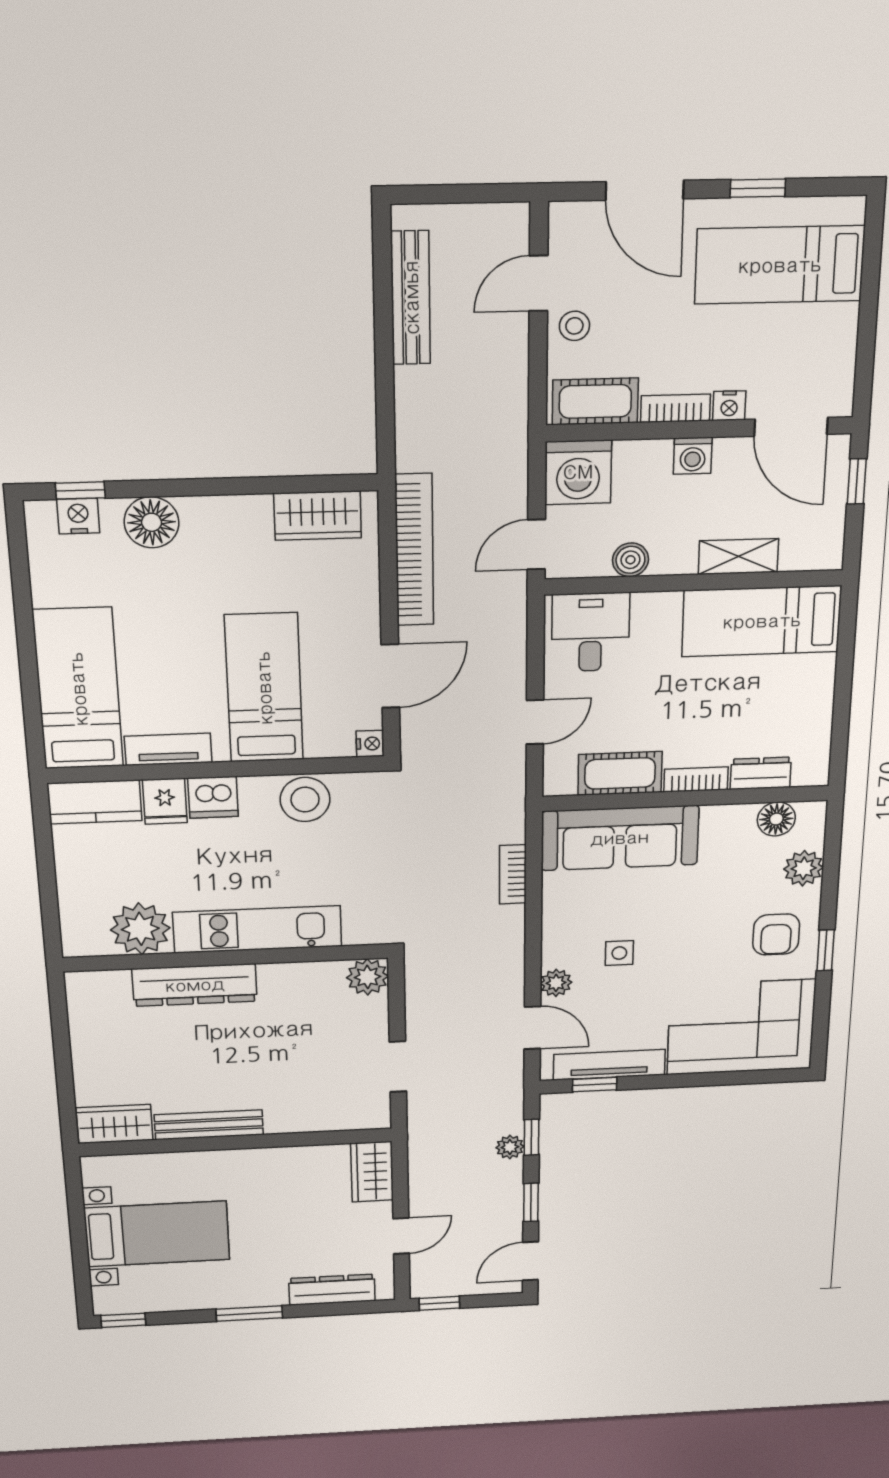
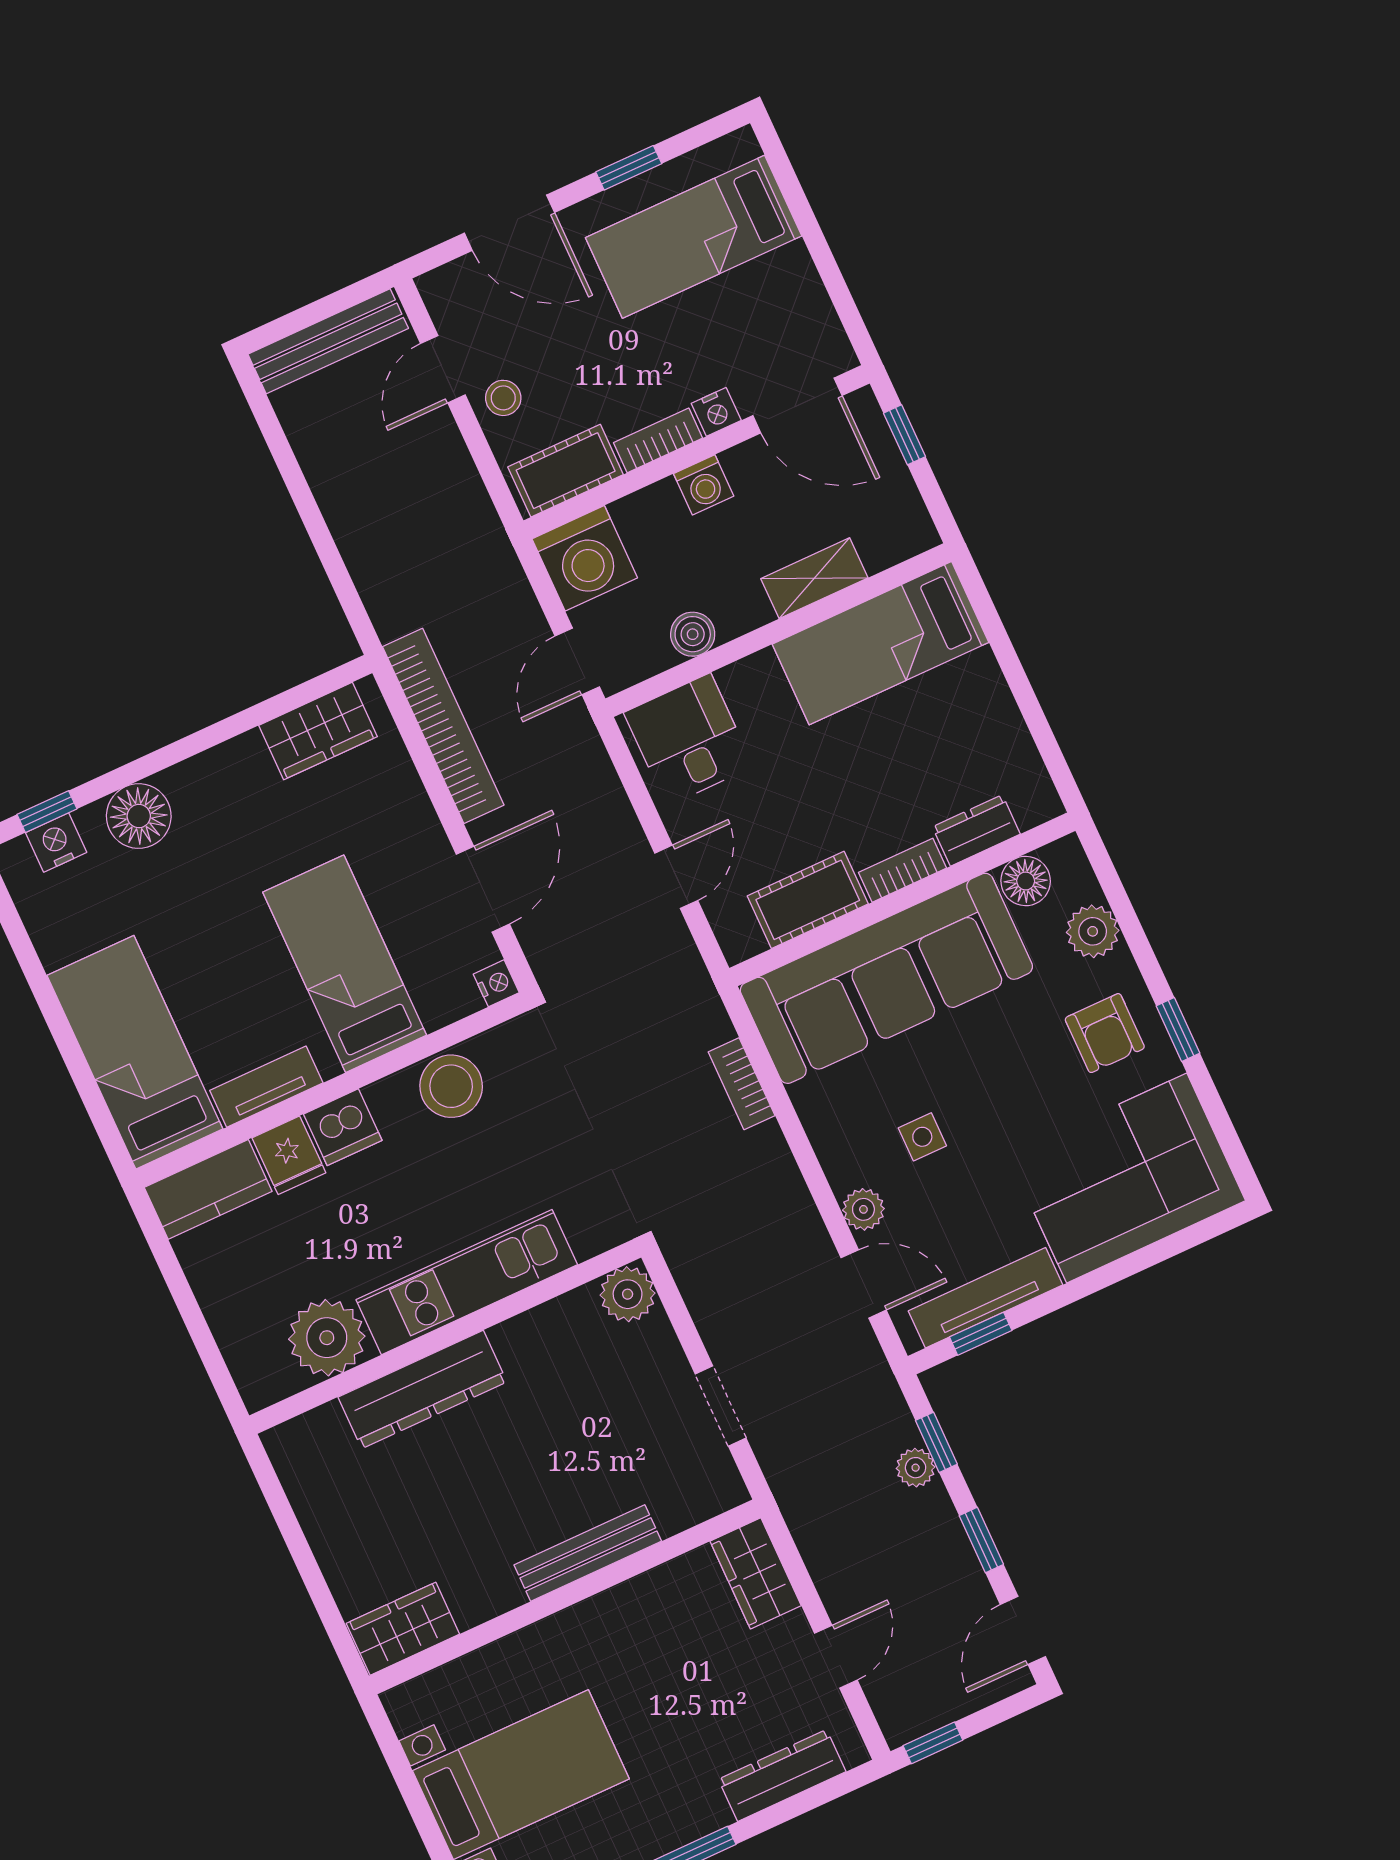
bench: (411, 298) -> (328, 341), moved, turned 90
sofa: (620, 838) -> (886, 978), width x1.36, depth x1.27
bench: (209, 1125) -> (588, 1553), moved

